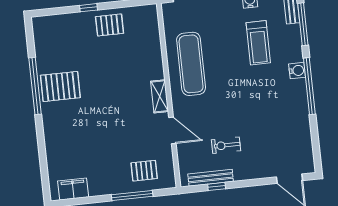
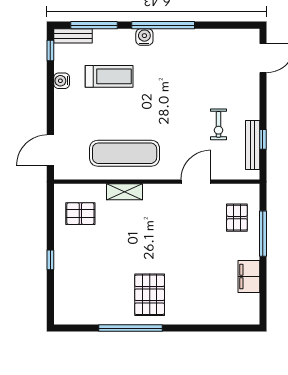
pallet: (110, 25) -> (80, 214), moved, turned 90
pallet: (60, 86) -> (150, 295), moved
shelving: (160, 96) -> (125, 192), moved
filing cabinet: (73, 189) -> (249, 277), moved

